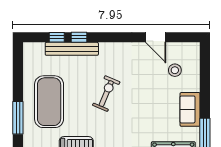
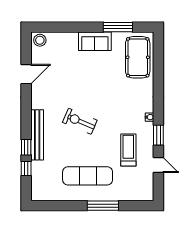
bench: (72, 49) -> (37, 135), moved
stool: (175, 70) -> (40, 40), moved
exercise mat: (49, 102) -> (88, 176), width x0.68

